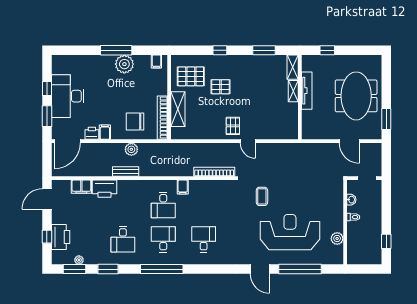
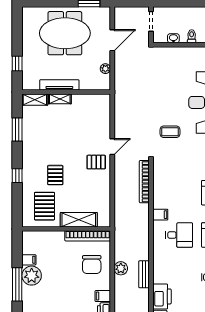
filing cabinet: (156, 62) -> (29, 260), moved
plant: (322, 135) -> (105, 69), added

